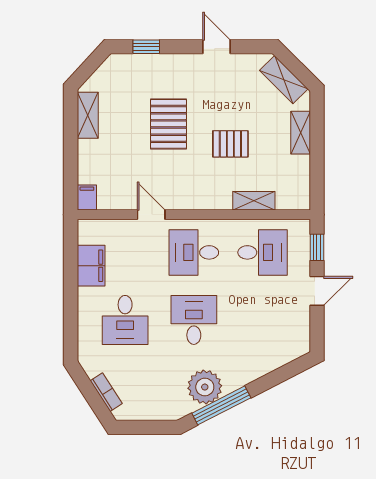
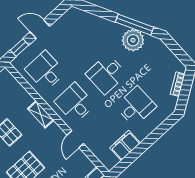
shelving: (254, 201) -> (41, 114), moved
desk: (194, 252) -> (75, 103), turned 180

